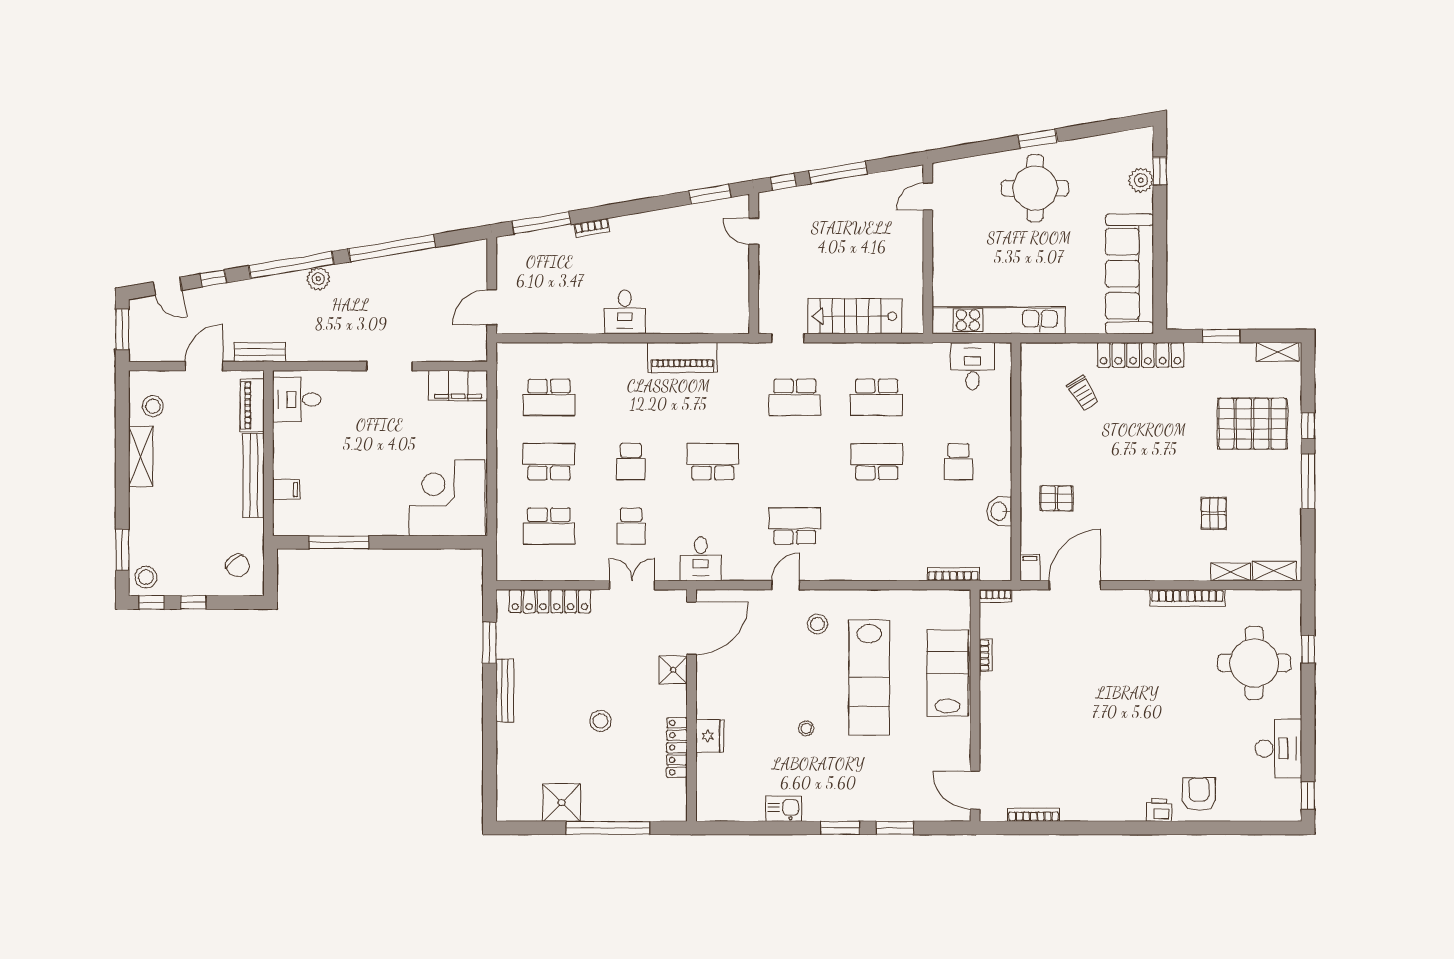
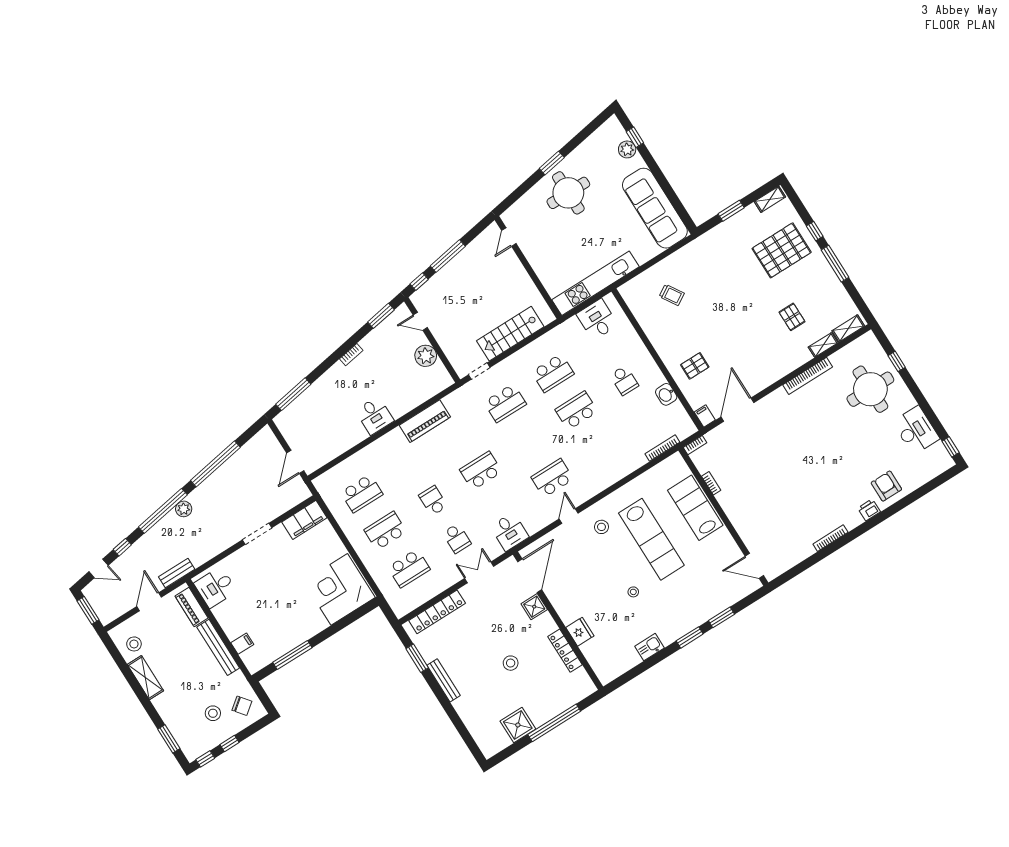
bookcase: (592, 228) -> (351, 355), moved
plant: (734, 278) -> (426, 356), added
locker: (1140, 355) -> (691, 251), removed
school desk: (631, 462) -> (433, 501), turned 180
stool: (146, 577) -> (213, 713), moved
bookcase: (1034, 815) -> (830, 538), moved

